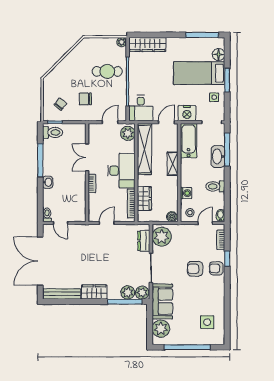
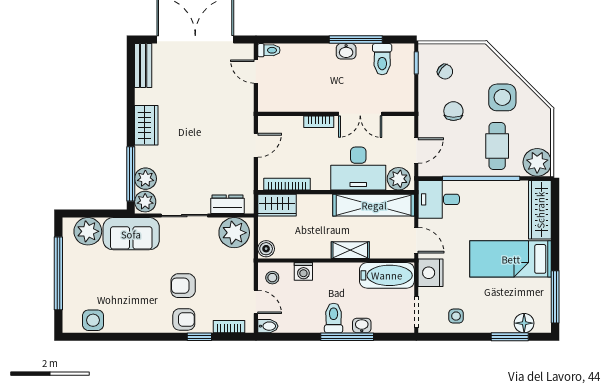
plant: (122, 42) -> (537, 162), width x1.87, depth x1.87
side table: (77, 68) -> (502, 97), added
bed: (199, 73) -> (511, 259), moved, turned -90
window: (227, 80) -> (510, 337), moved
door: (110, 122) -> (416, 151), hinge flipped
toilet: (53, 132) -> (382, 59), moved
window: (227, 150) -> (347, 337), moved
washbasin: (218, 156) -> (362, 325), width x0.52, depth x0.69
double door: (87, 157) -> (360, 114), swing flipped
desk: (121, 171) -> (358, 169), moved
washbasin: (48, 182) -> (346, 51), moved
toilet: (215, 186) -> (334, 318), moved
wardrobe: (144, 198) -> (277, 205), moved
door: (60, 223) -> (256, 72), hinge flipped
door: (107, 223) -> (256, 145), hinge flipped
armchair: (216, 268) -> (184, 319), turned 90
armchair: (195, 269) -> (183, 286), turned -90
bench: (62, 294) -> (143, 66), width x0.73
side table: (207, 322) -> (93, 320), moved

